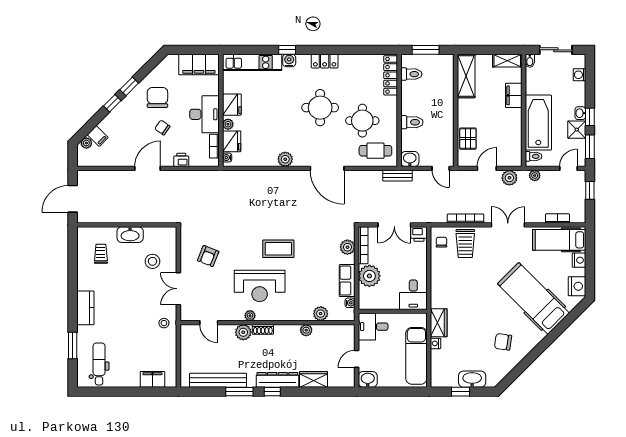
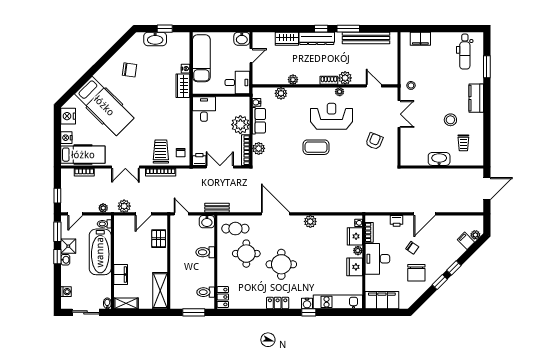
locker: (391, 75) -> (223, 297), width x0.66
stool: (152, 261) -> (450, 120), moved

